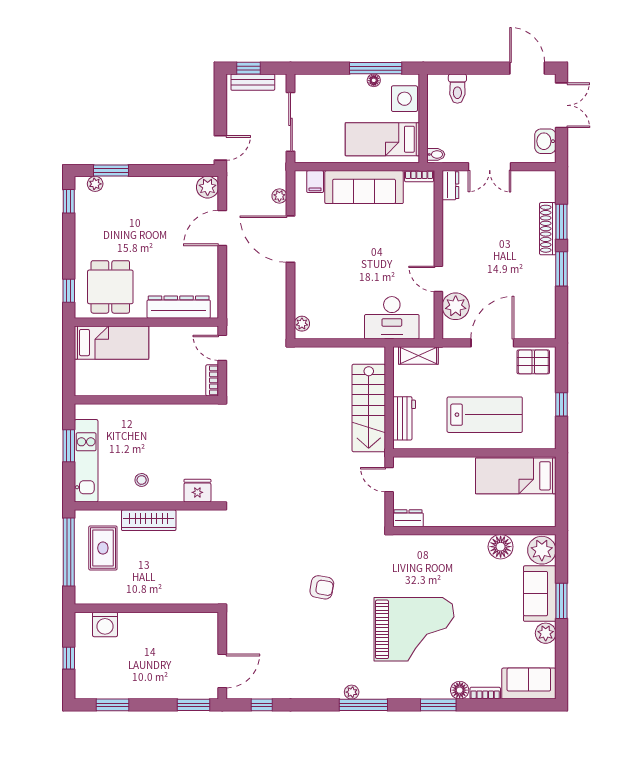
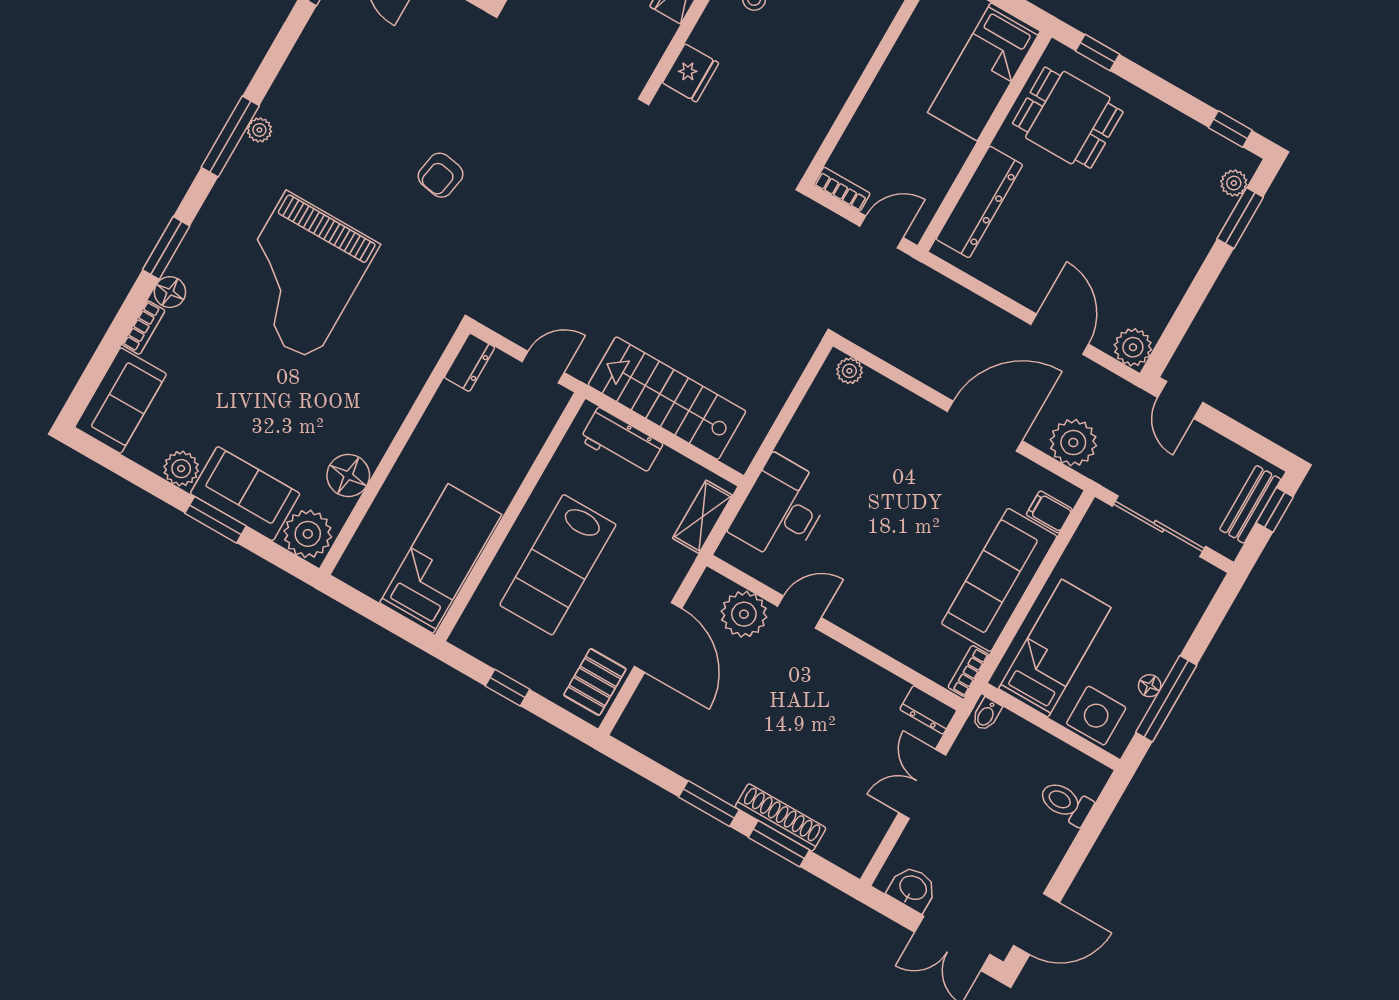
plant: (279, 196) -> (1073, 443), width x1.87, depth x1.87

